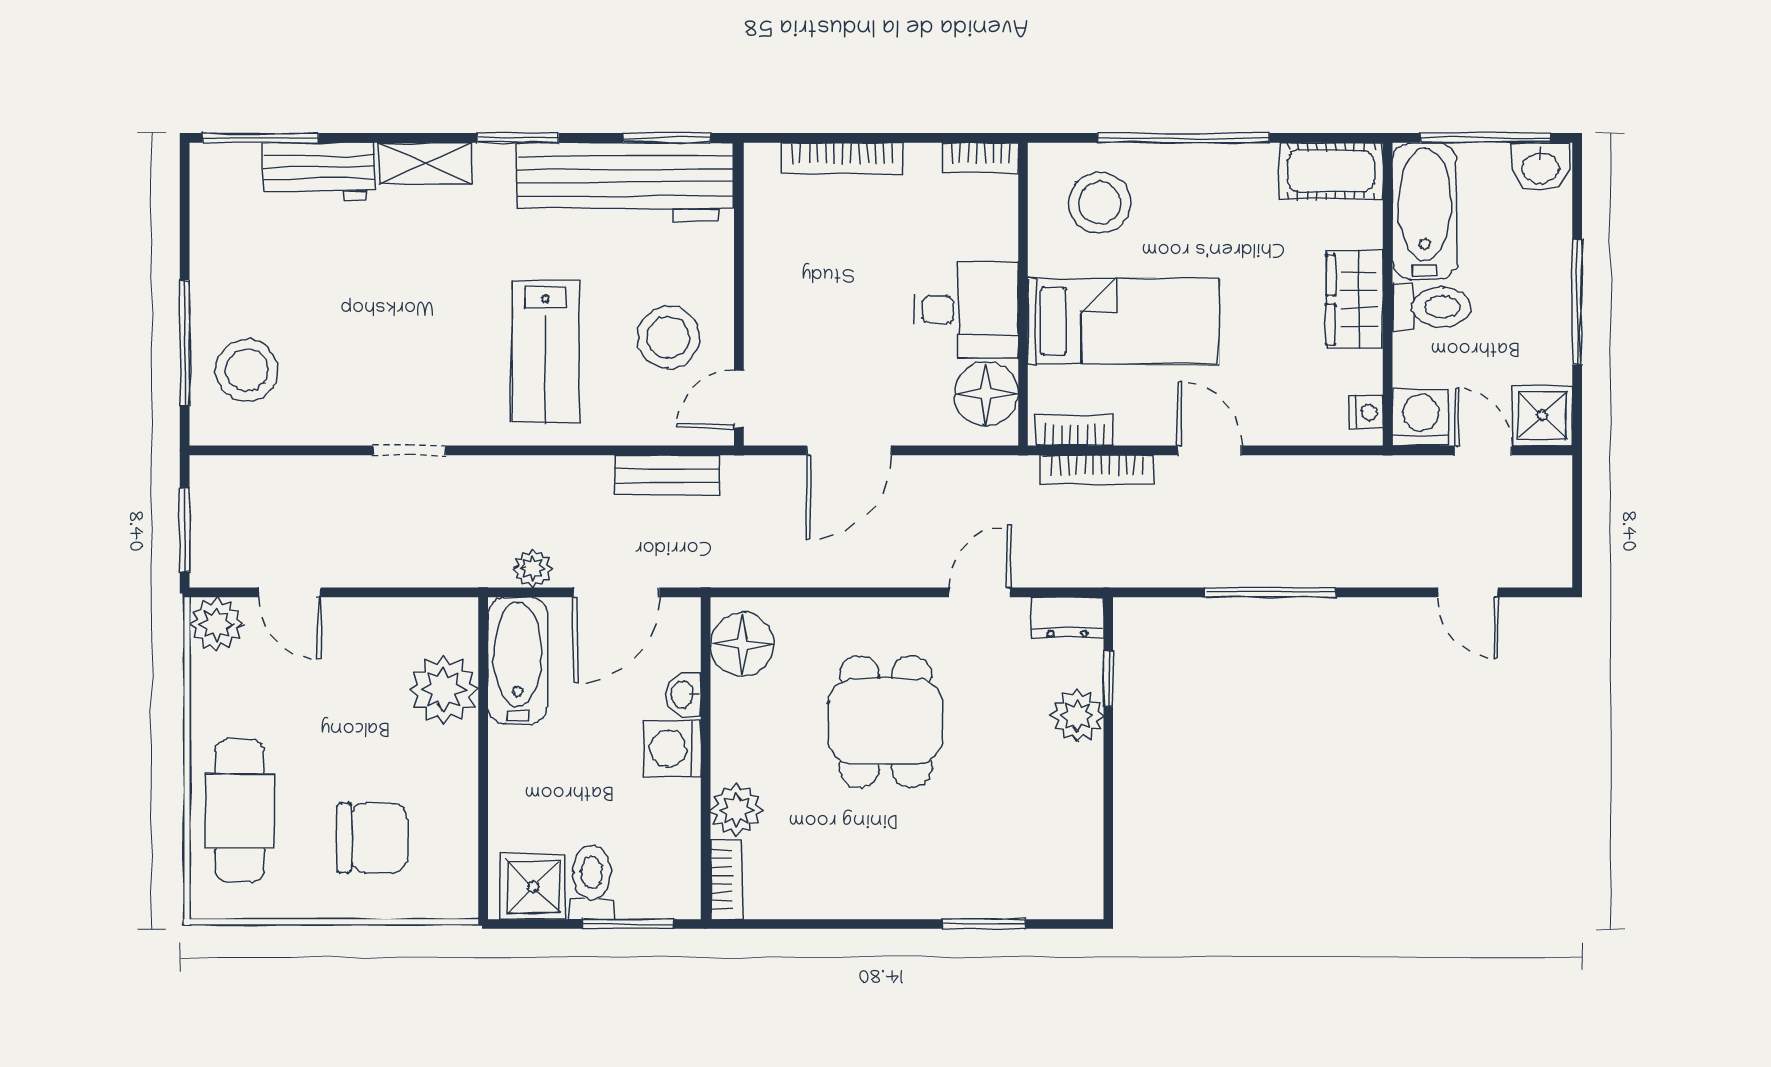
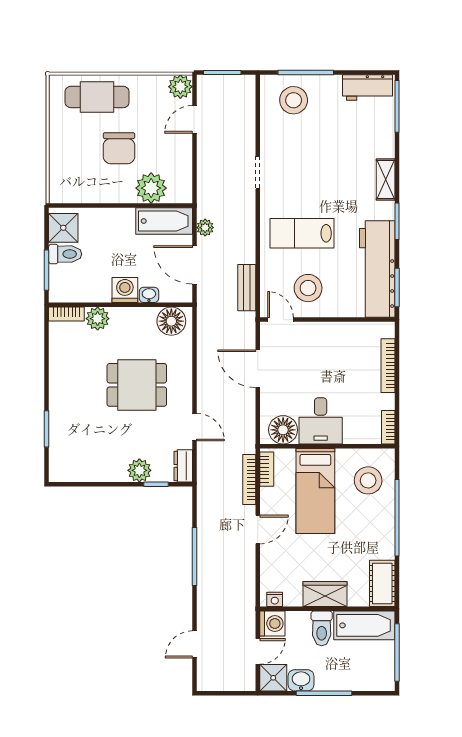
washbasin: (1540, 167) -> (301, 680), moved, turned 90
workbench: (319, 171) -> (368, 87), moved, turned -90
chair: (372, 838) -> (119, 148), moved

